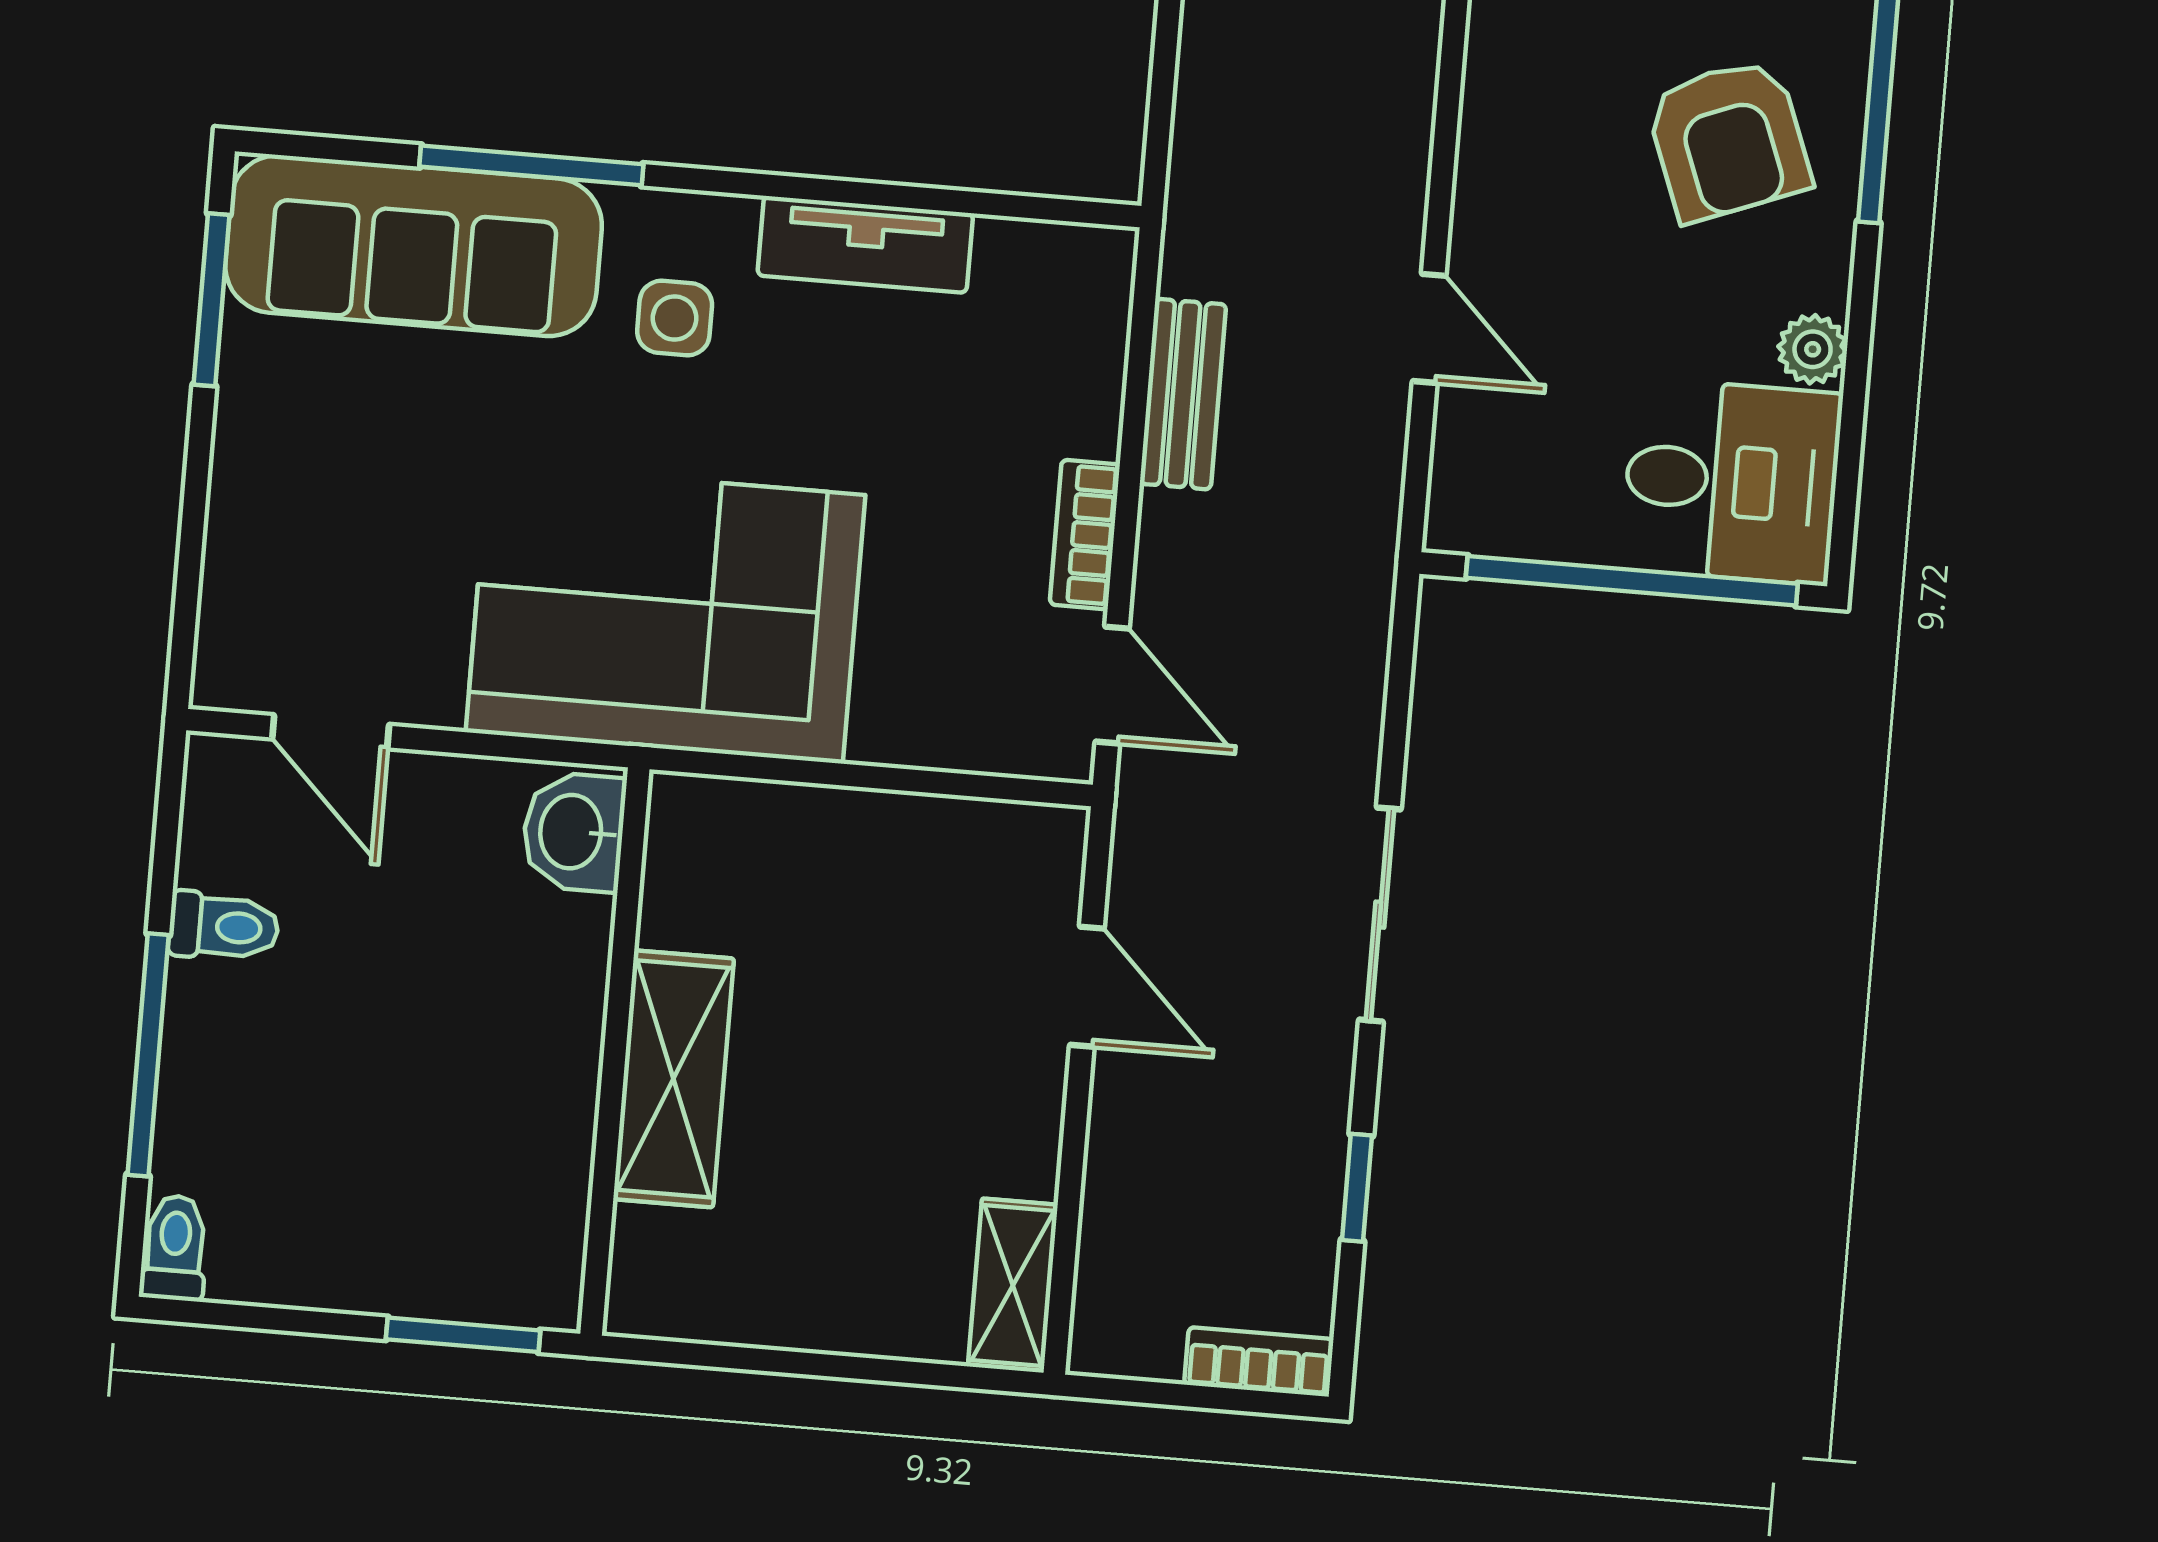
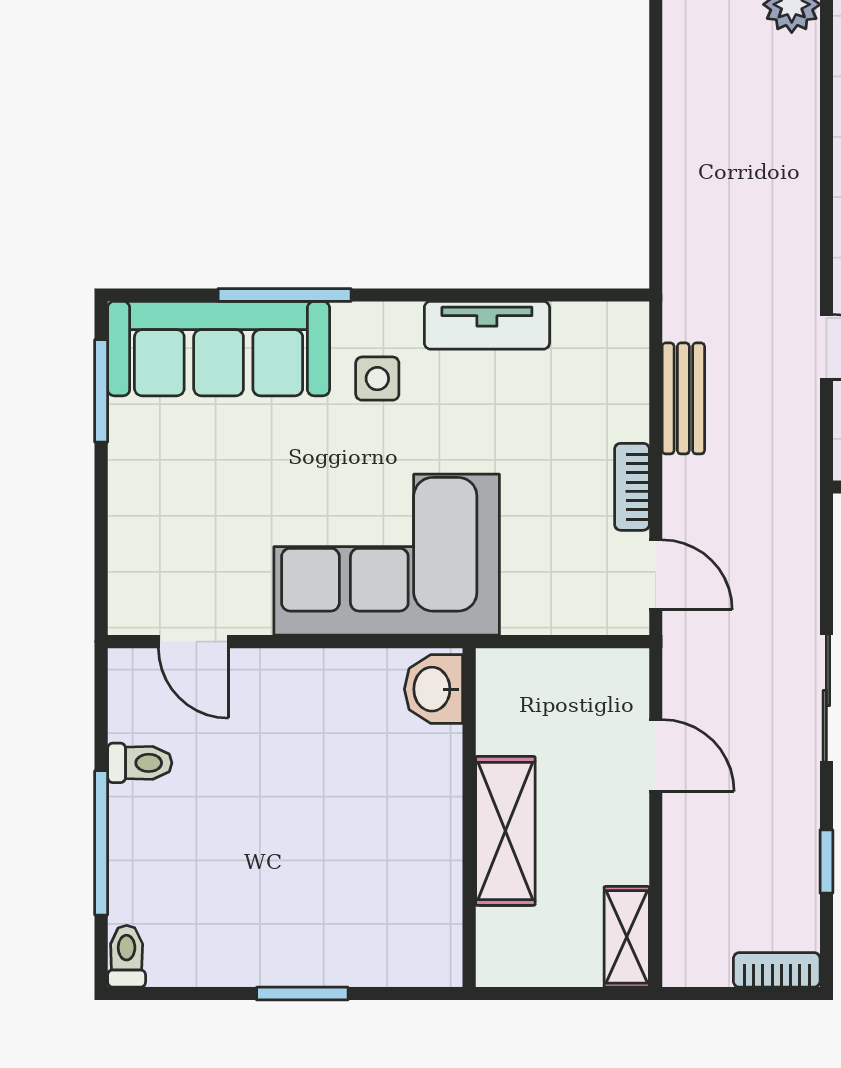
washbasin: (574, 832) -> (434, 689), moved
wall: (615, 1052) -> (469, 818), moved
shelving: (674, 1079) -> (505, 831), moved

